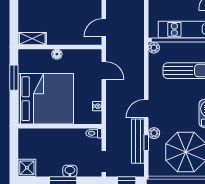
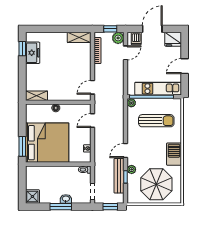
door: (104, 70) -> (92, 121), swing flipped
window: (14, 78) -> (22, 146), moved

